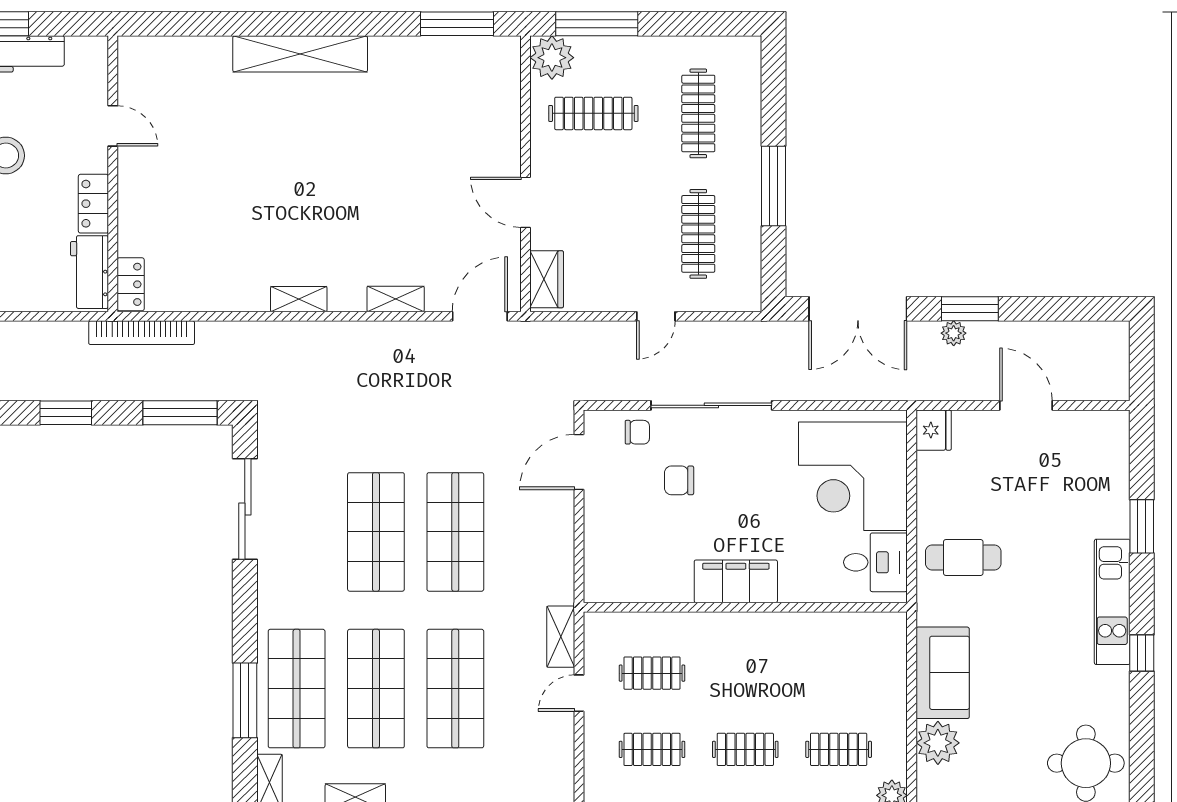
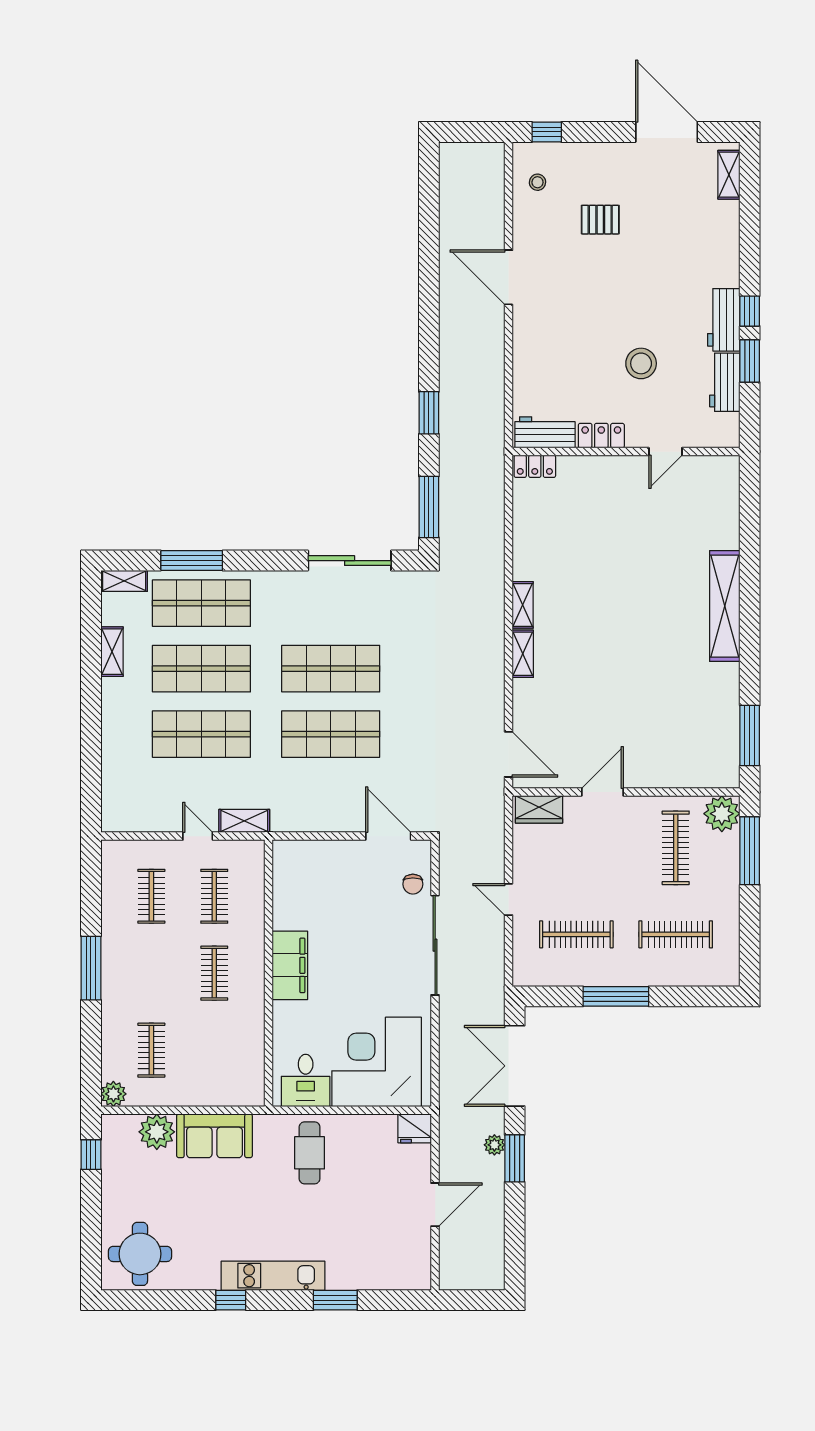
shelving: (396, 299) -> (523, 654), moved
bookcase: (142, 333) -> (495, 475), removed
chair: (679, 480) -> (373, 919), removed
clothes rail: (745, 749) -> (214, 973), moved

